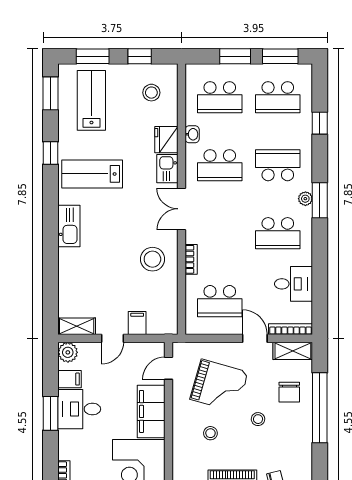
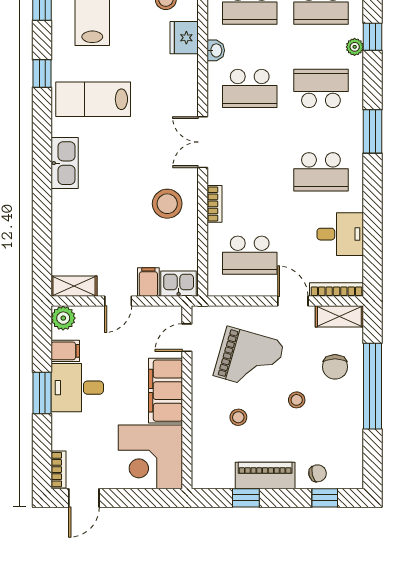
fridge: (166, 140) -> (184, 38), moved
kitchen sink: (167, 169) -> (179, 284), moved, turned 90
plant: (305, 199) -> (355, 47), moved

